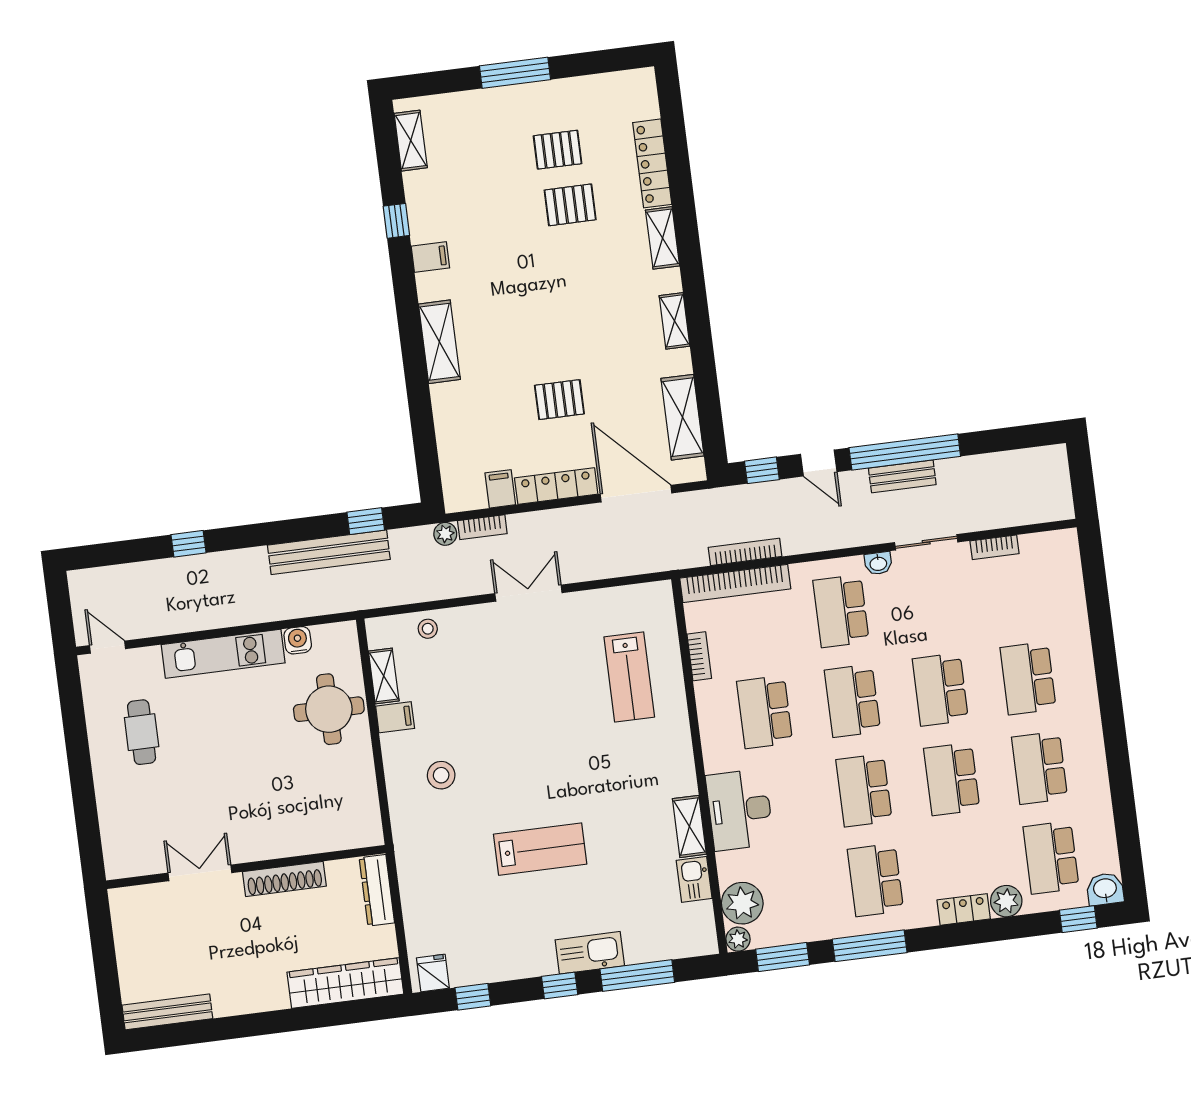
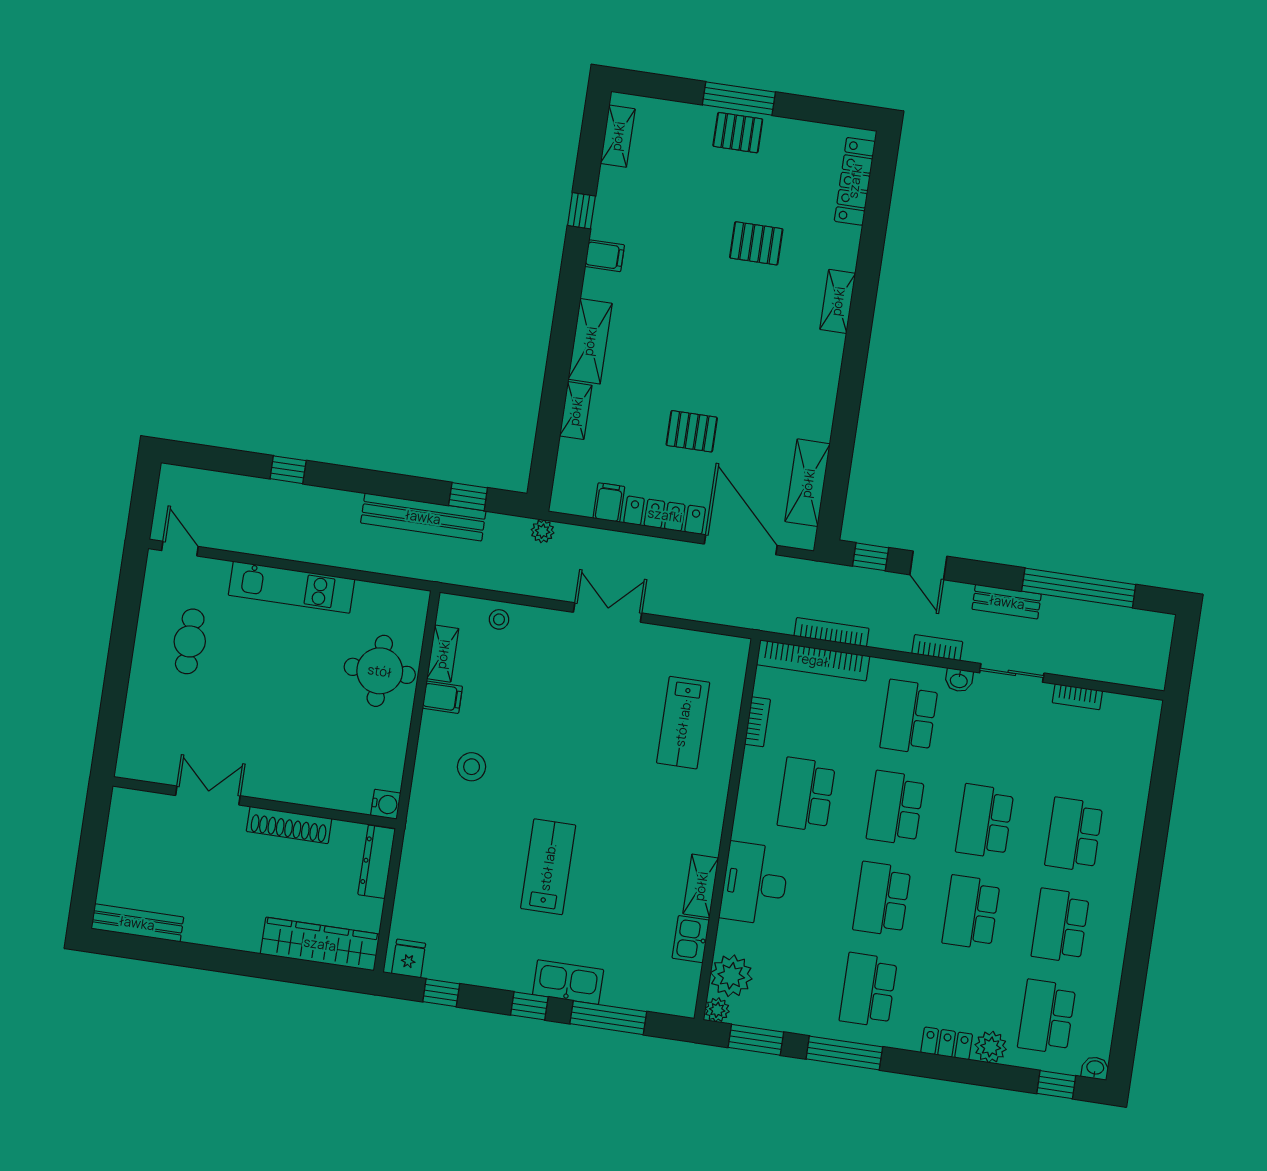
pallet: (558, 150) -> (738, 133), moved
locker: (652, 163) -> (855, 181), moved
shelving: (675, 321) -> (576, 411), moved
window: (905, 452) -> (1079, 588), moved
bookcase: (482, 527) -> (937, 648), moved, turned 180
water cooler: (298, 640) -> (386, 804), moved, turned 90
lab bench: (540, 849) -> (548, 867), turned -90
washbasin: (1105, 889) -> (1095, 1068), width x0.72, depth x0.69

